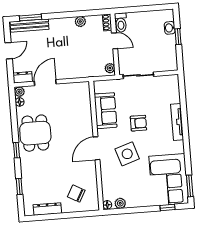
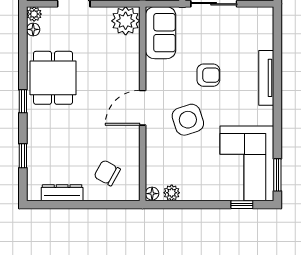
plant: (81, 91) -> (126, 21), added
sofa: (106, 111) -> (161, 33), moved

